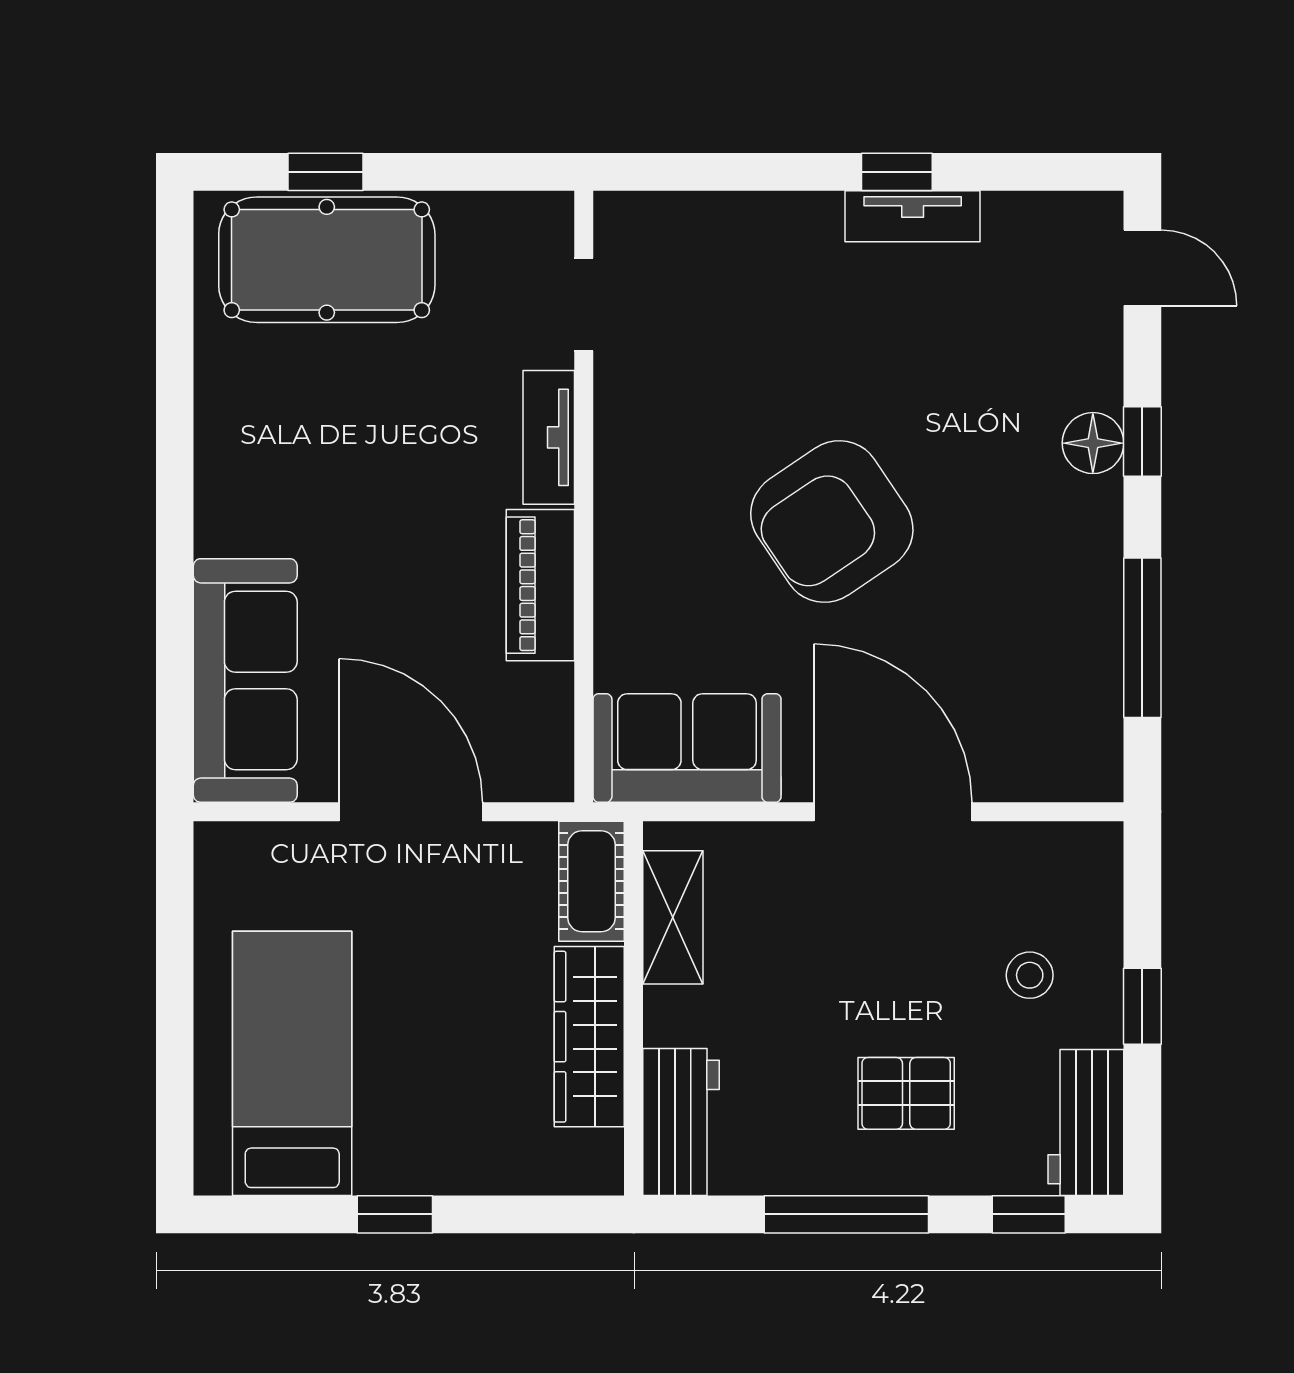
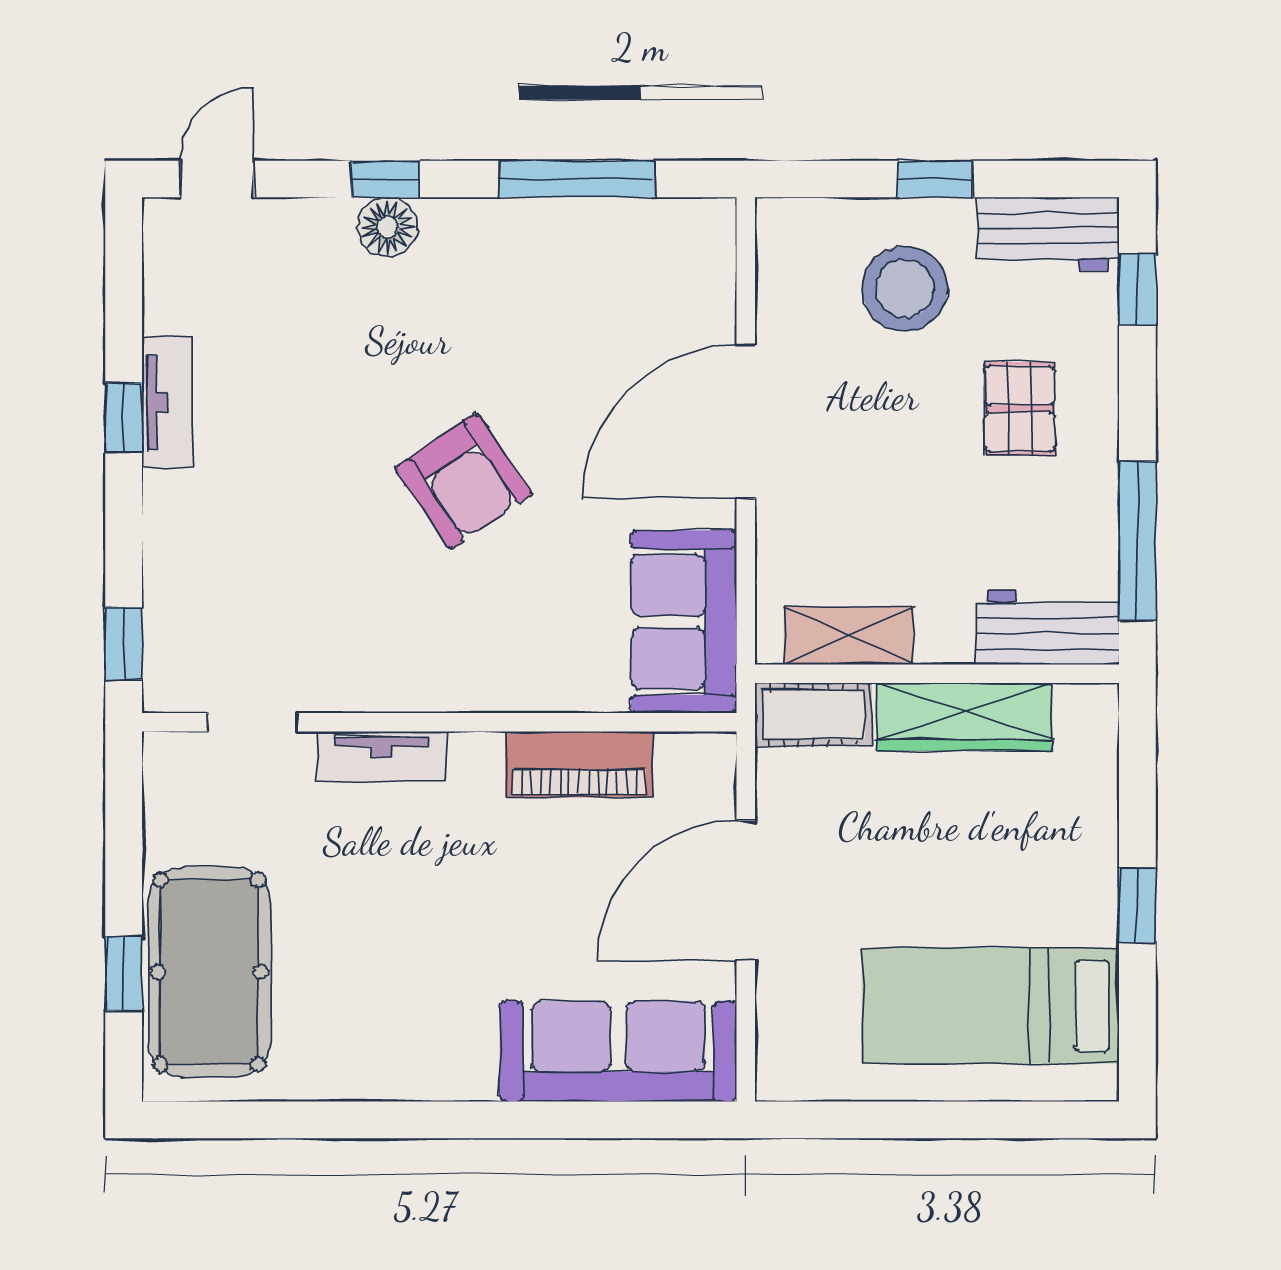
window: (665, 172) -> (124, 643), added
armchair: (832, 522) -> (464, 481), width x0.73, depth x0.73
piano: (540, 585) -> (579, 764), moved
stool: (1030, 975) -> (905, 289), width x1.89, depth x1.89
window: (846, 1214) -> (1137, 541), moved

